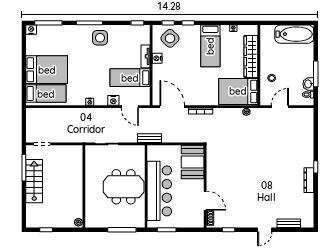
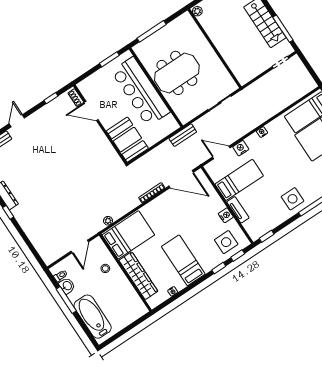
bathtub: (294, 34) -> (93, 317), moved, turned 90
side table: (170, 38) -> (226, 242), turned 45

